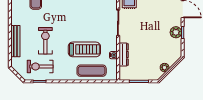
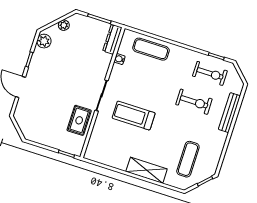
plant: (176, 32) -> (44, 41), moved
exercise bike: (45, 41) -> (194, 102), turned -90
treadmill: (84, 49) -> (134, 116), moved
dresser: (124, 55) -> (112, 39), moved

